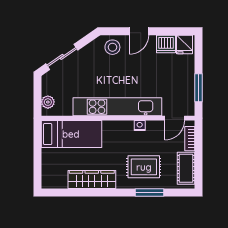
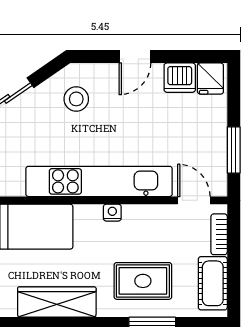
stool: (112, 47) -> (76, 99), moved
door: (175, 118) -> (194, 200), swing flipped
nightstand: (140, 126) -> (112, 213), moved

